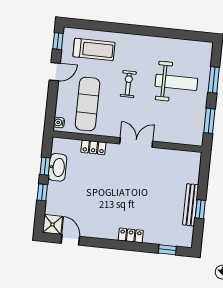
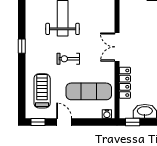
window: (149, 31) -> (22, 46), added
locker: (93, 147) -> (125, 83), width x1.53
window: (45, 166) -> (133, 122), moved

